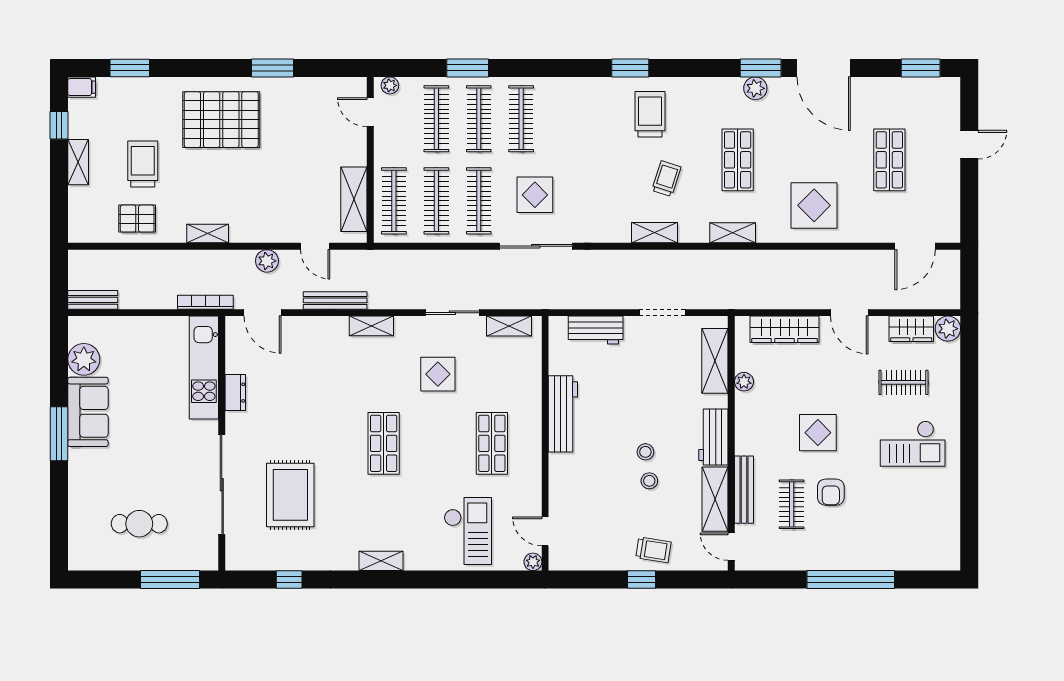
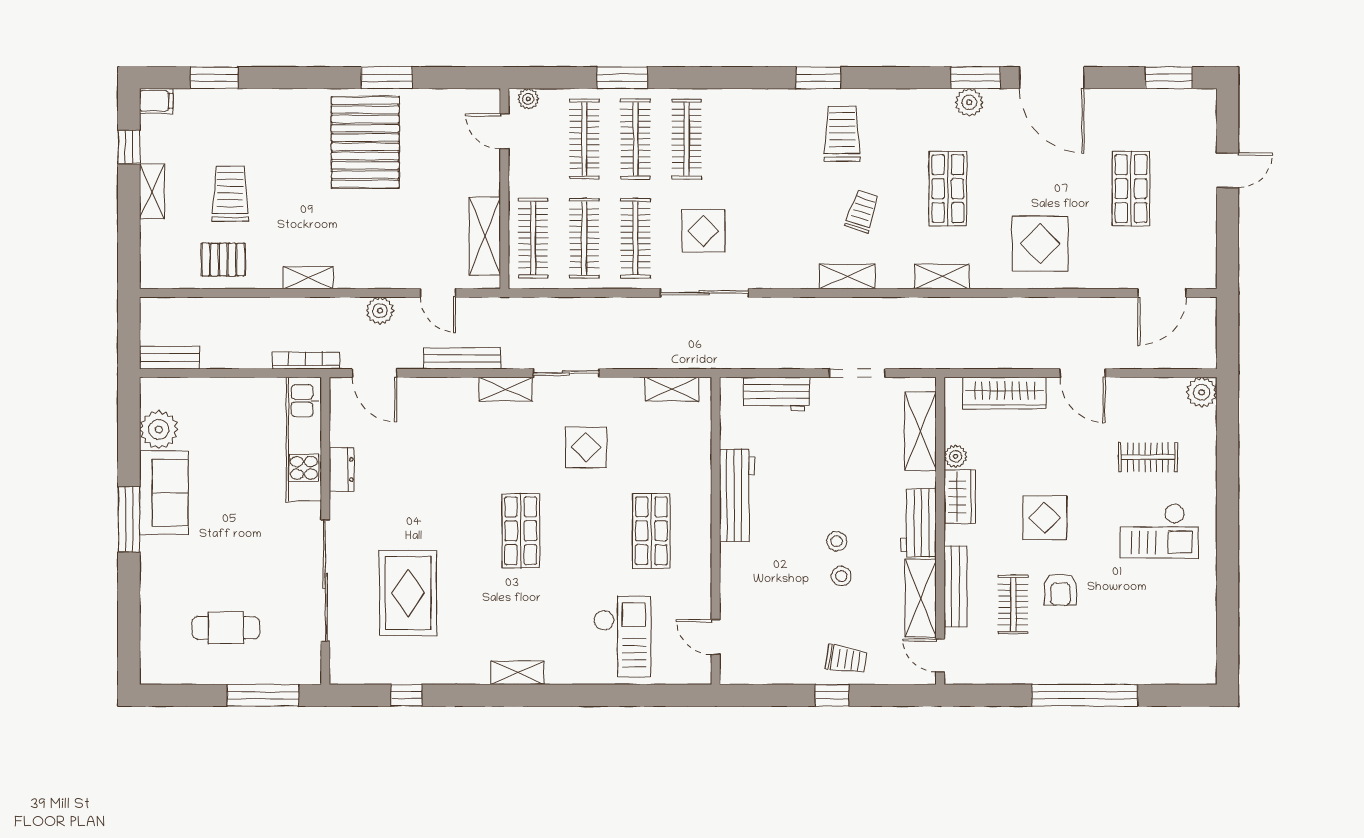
pallet: (221, 120) -> (365, 142), moved, turned 90
sliding door: (452, 313) -> (566, 373), moved
wardrobe: (911, 329) -> (960, 497), moved, turned -90
plant: (533, 562) -> (701, 674), removed

